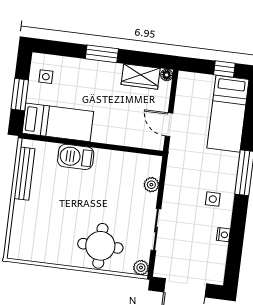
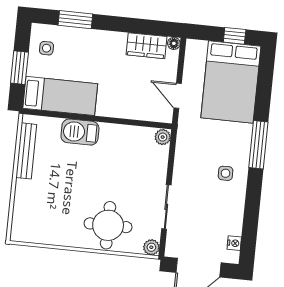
window: (102, 54) -> (75, 20), moved
bed: (228, 114) -> (231, 82), width x1.50
plant: (151, 185) -> (163, 137), moved
nightstand: (223, 235) -> (234, 243), moved

